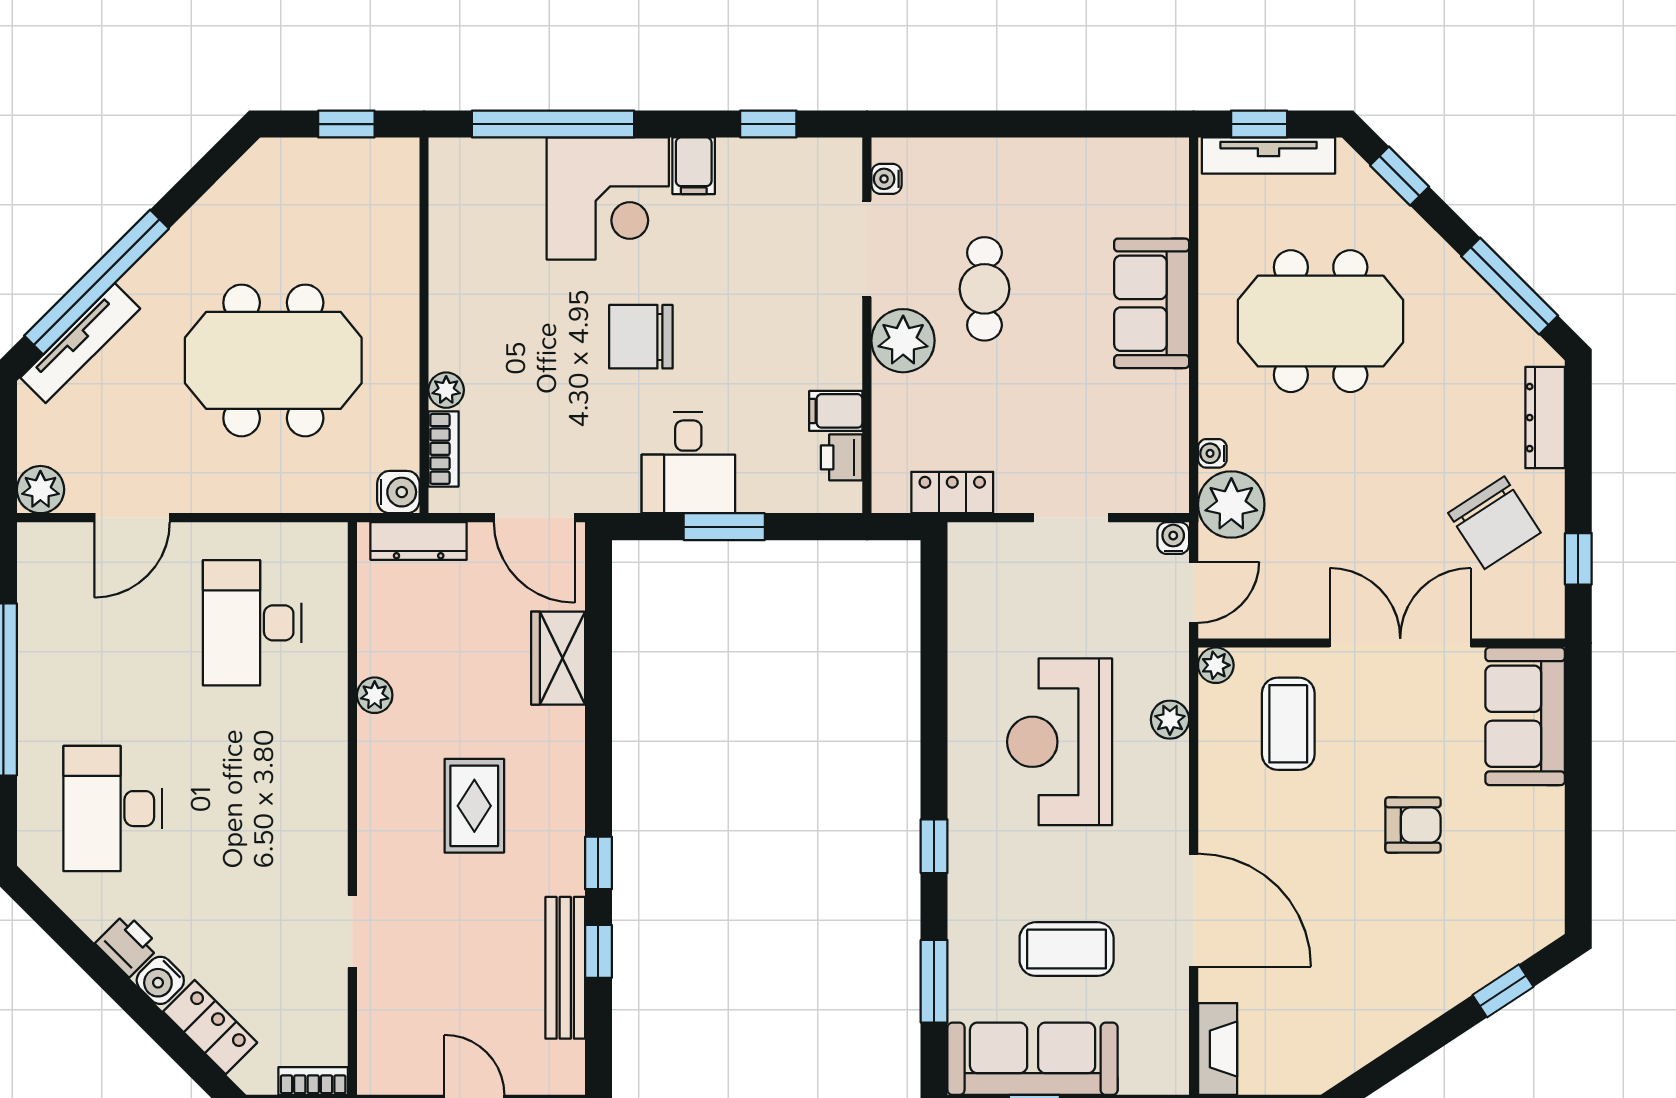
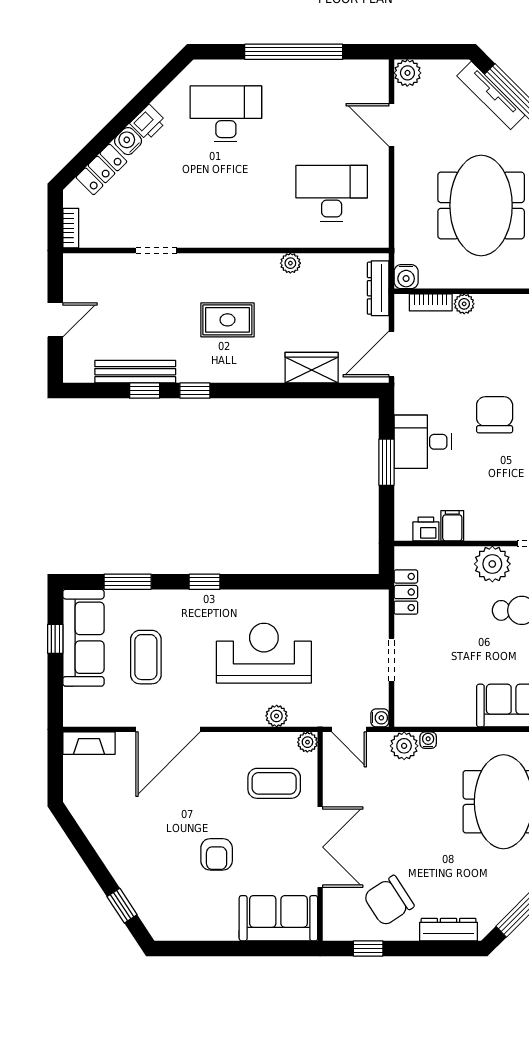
plant: (1231, 504) -> (404, 746), width x0.73, depth x0.73

